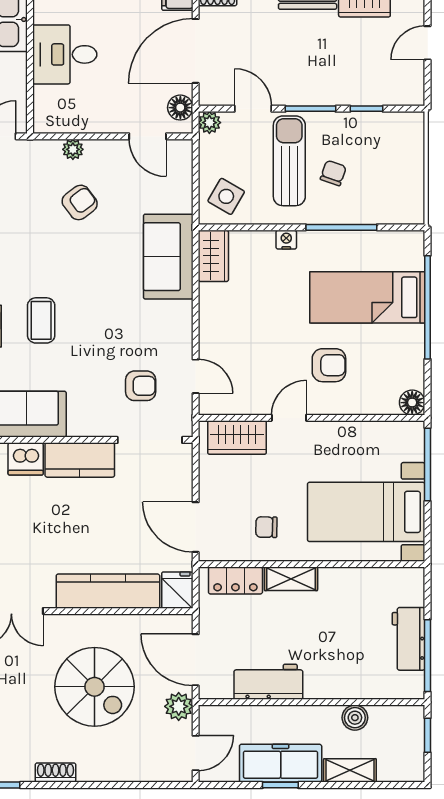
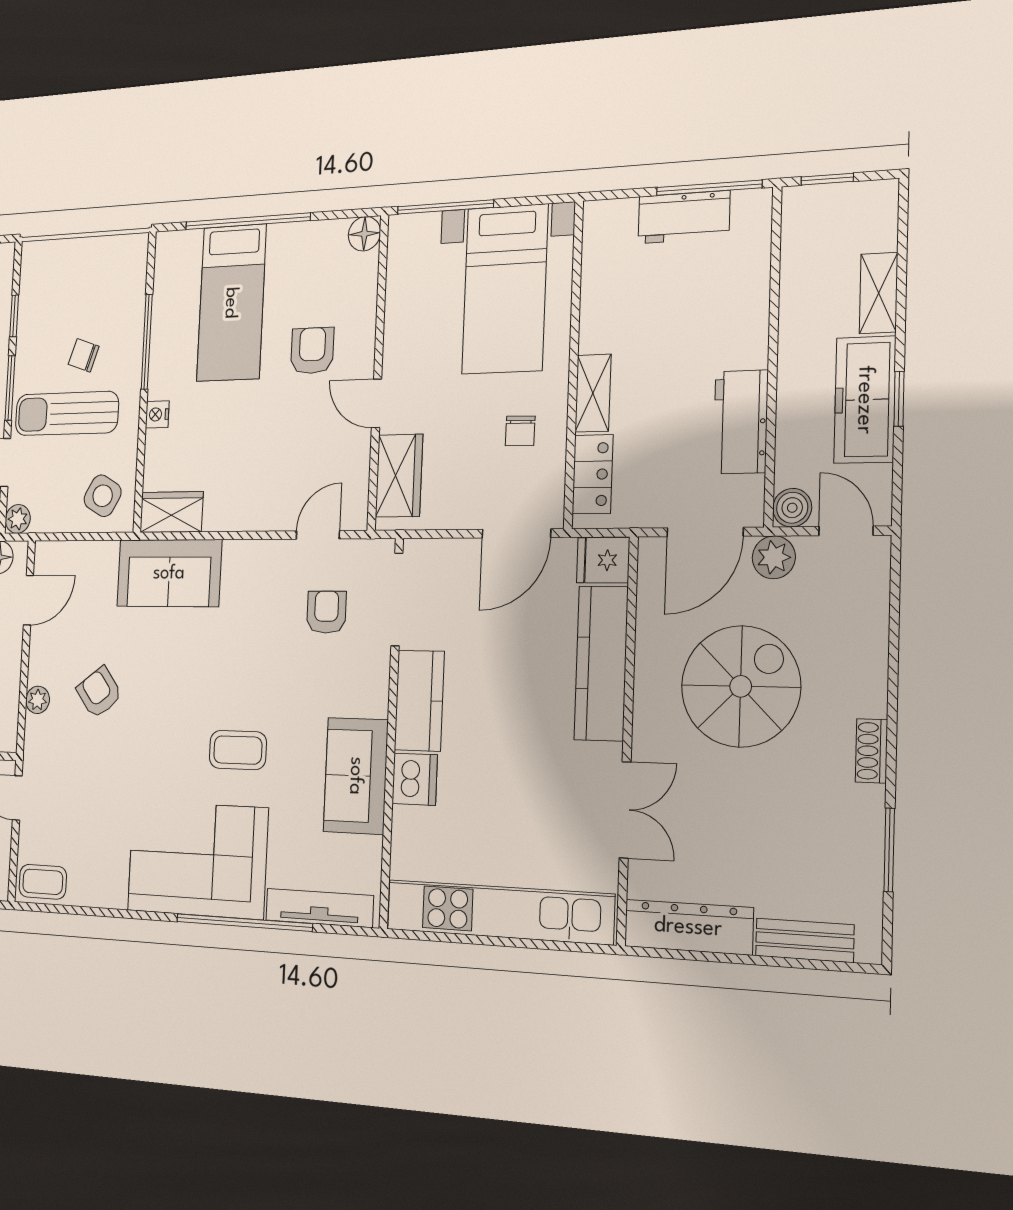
boiler: (355, 718) -> (792, 508), moved

